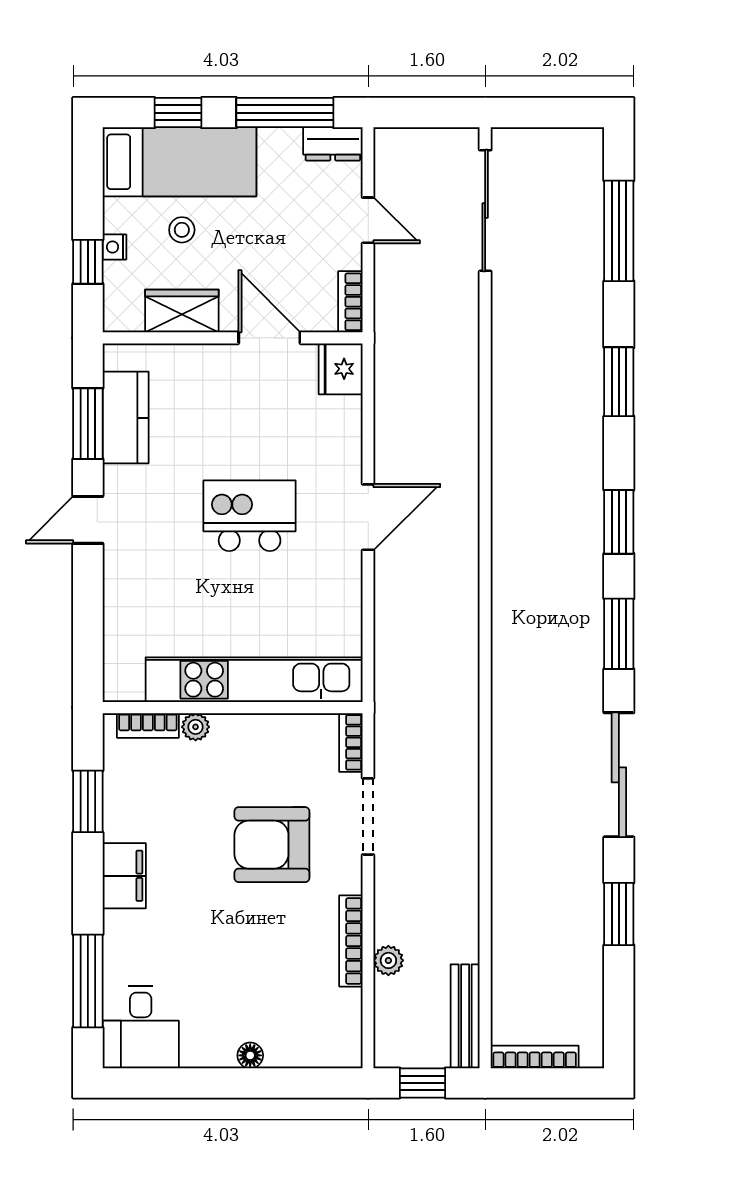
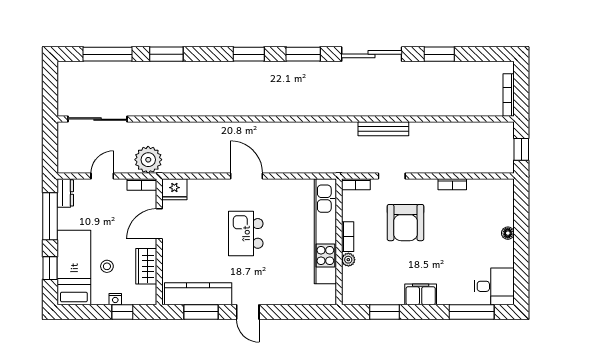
window: (619, 382) -> (166, 54), moved
kitchen counter: (126, 418) -> (198, 294), width x1.50
bookcase: (148, 725) -> (348, 237), moved
doorway: (368, 816) -> (392, 176), width x0.73
bookcase: (351, 941) -> (452, 184), width x0.64
plant: (388, 960) -> (148, 160), moved, width x1.88, depth x1.88
bench: (465, 1016) -> (383, 129), moved

